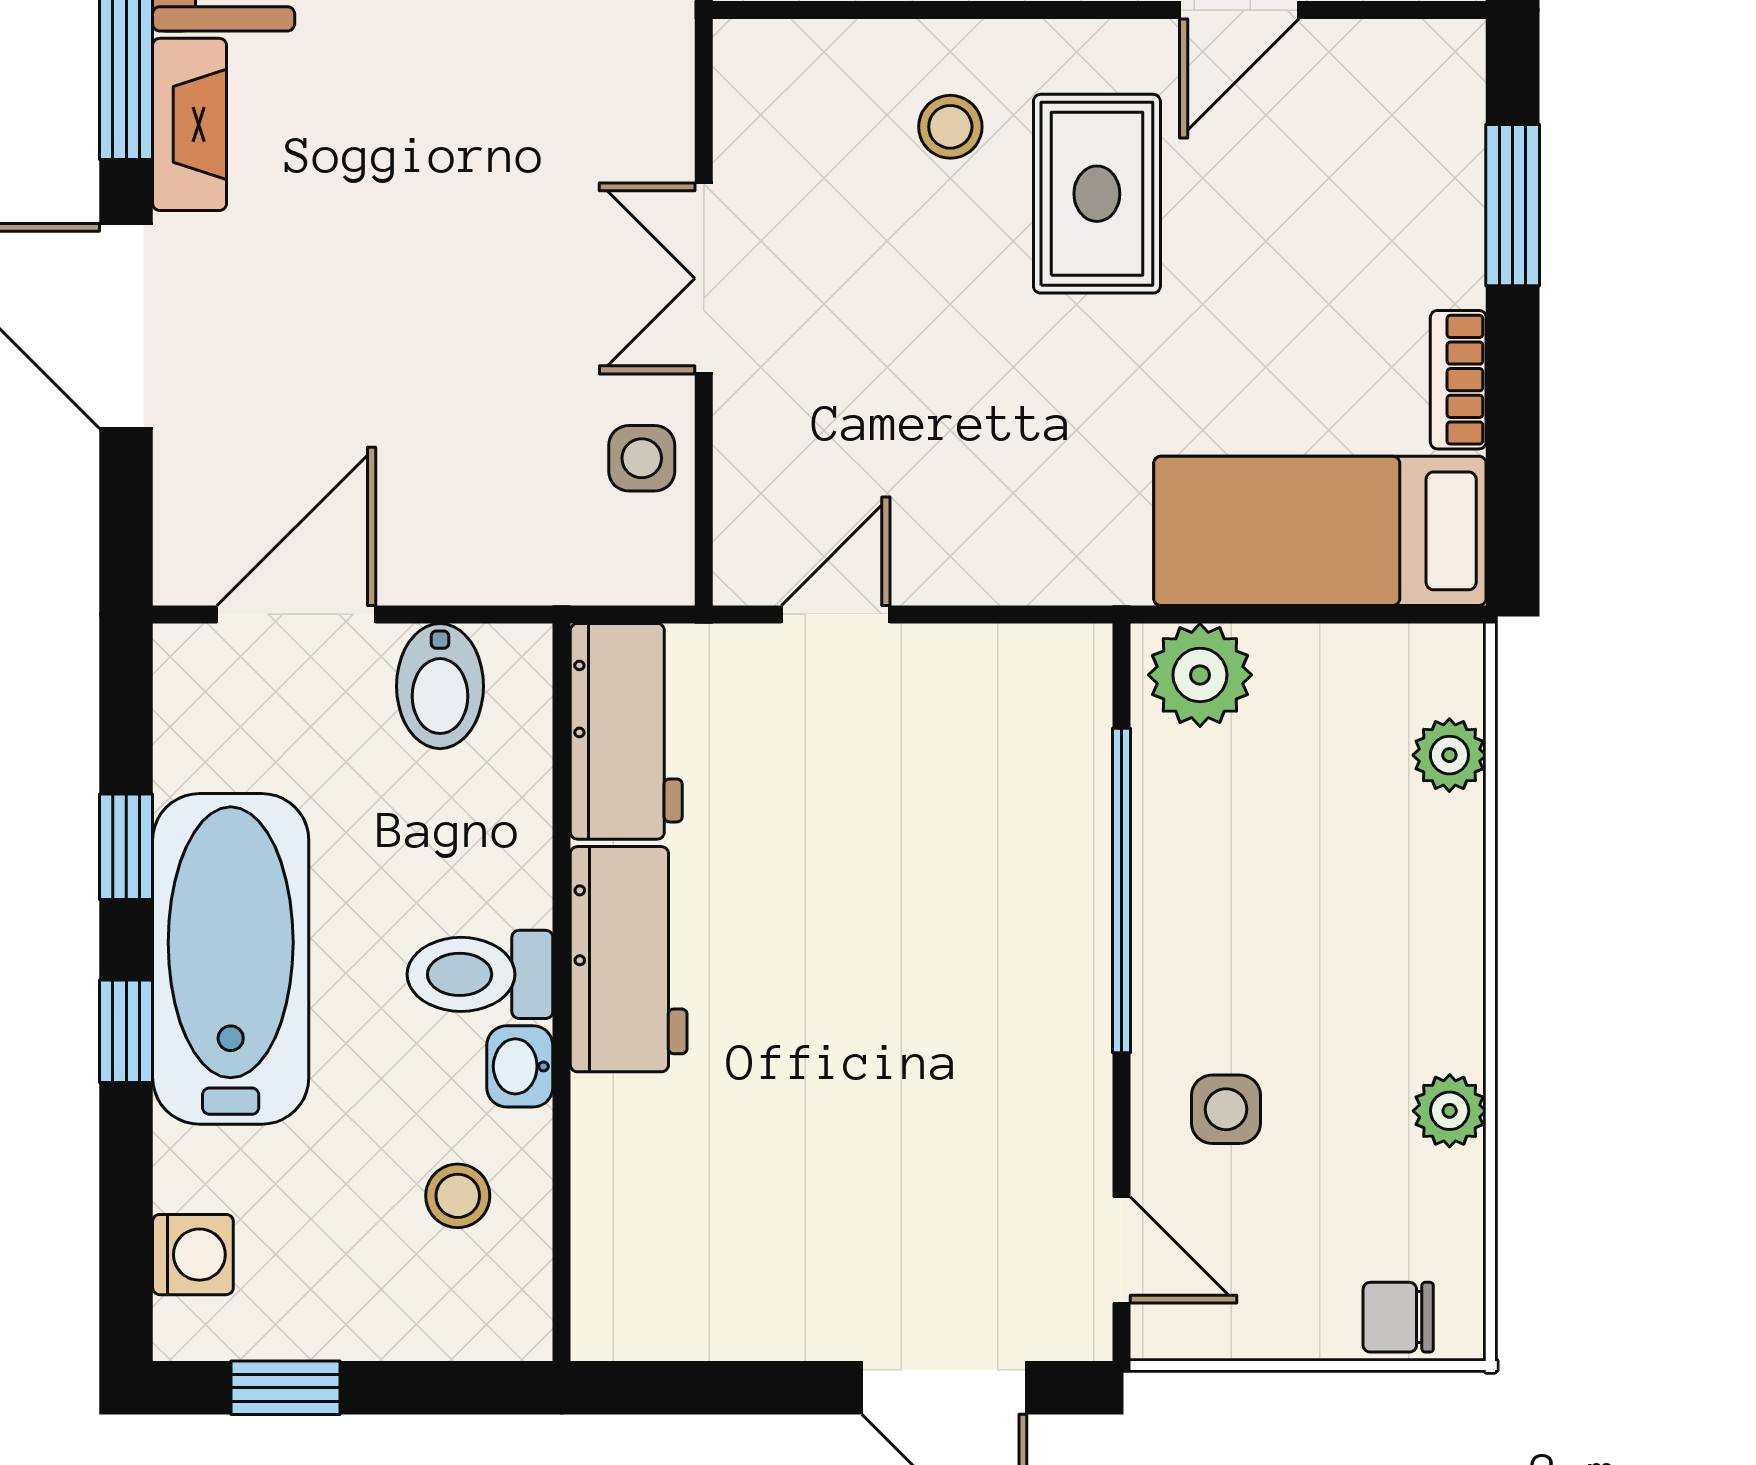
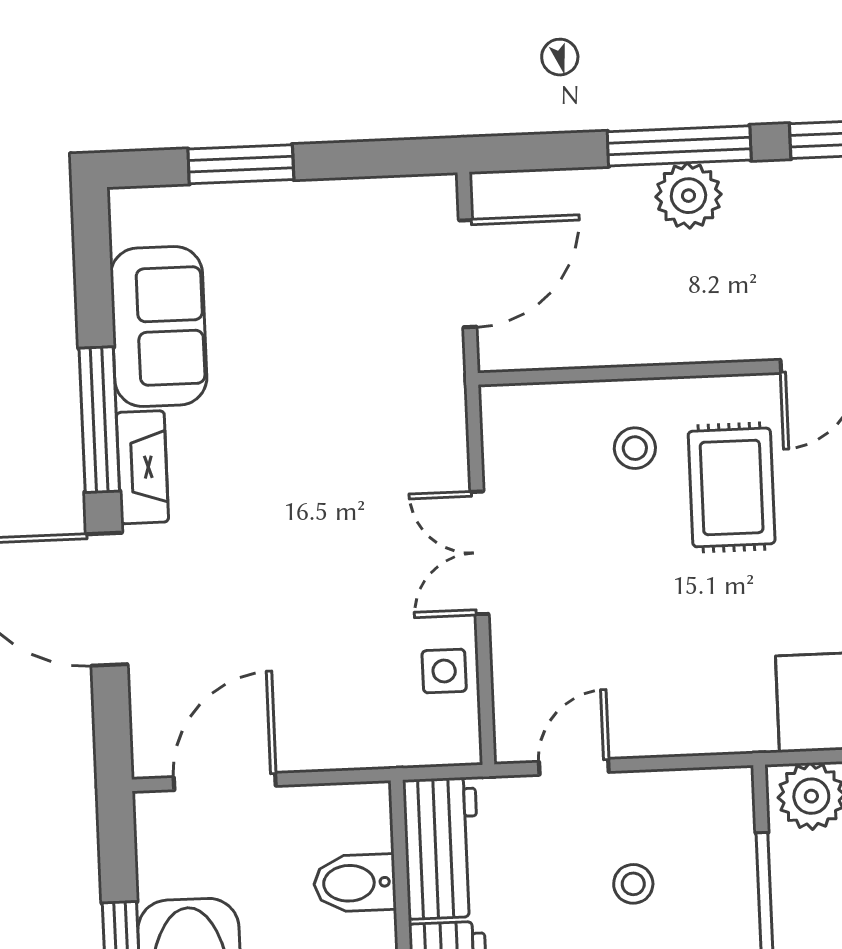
bidet: (440, 686) -> (355, 883), moved, turned 90
stool: (920, 799) -> (633, 884), added

